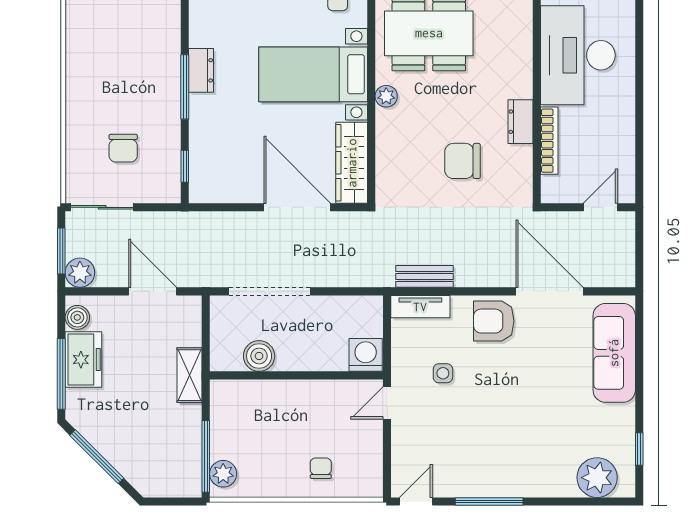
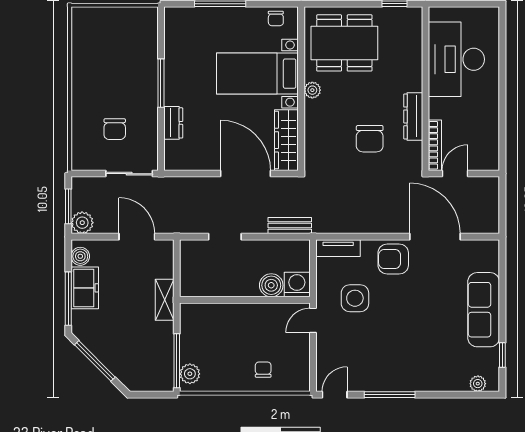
dresser: (201, 70) -> (173, 123), moved
dresser: (520, 122) -> (413, 116), width x1.44
bookcase: (549, 141) -> (435, 145), moved
chair: (463, 161) -> (370, 139), turned -90
window: (185, 166) -> (161, 143), removed
sliding door: (102, 207) -> (129, 174), moved
door: (600, 207) -> (455, 174), moved
bench: (425, 276) -> (290, 225), moved
doorway: (270, 291) -> (225, 237), width x0.53
sofa: (614, 353) -> (484, 310), moved
boiler: (259, 356) -> (271, 285), moved
side table: (443, 373) -> (355, 298), width x1.87, depth x1.87
plant: (597, 478) -> (478, 384), width x0.53, depth x0.53

